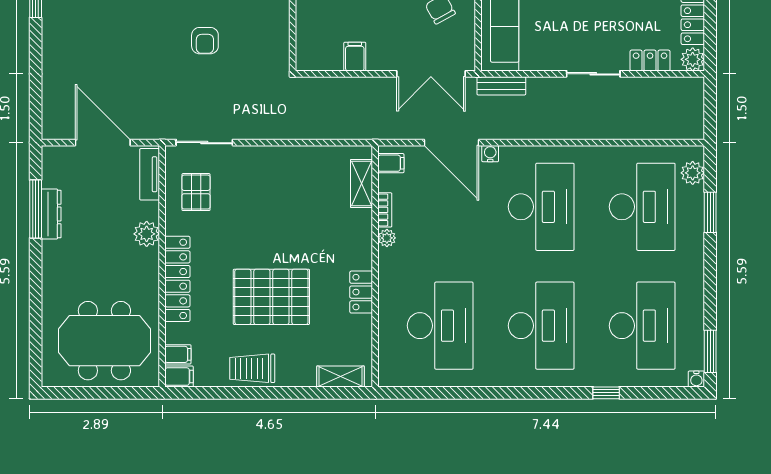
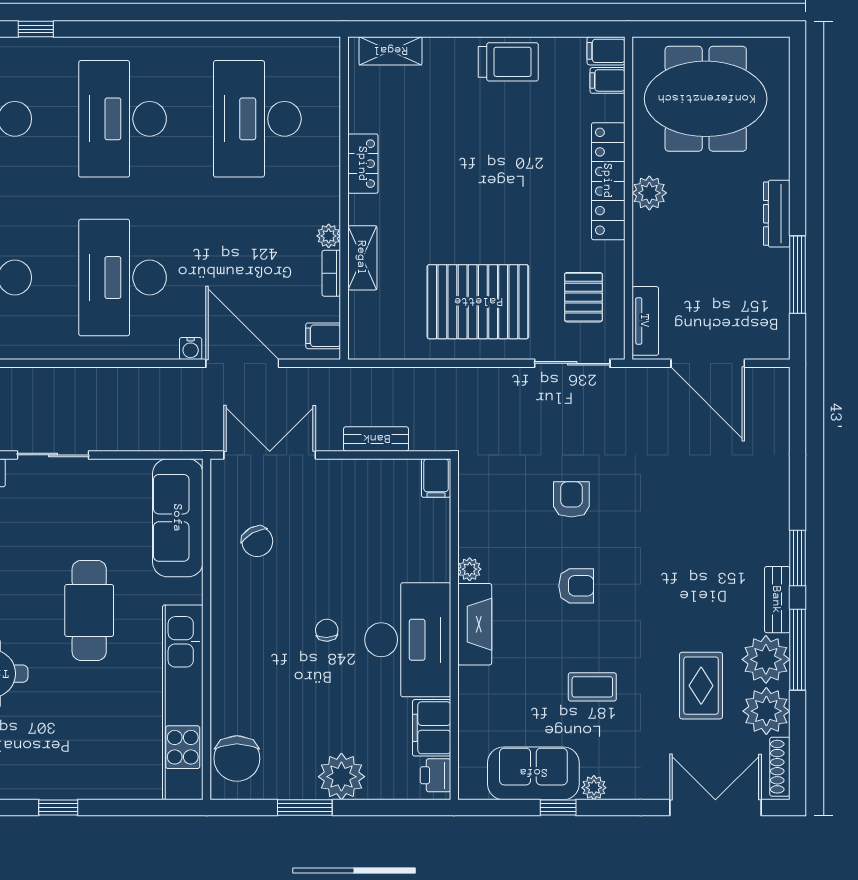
filing cabinet: (355, 57) -> (436, 478), moved
bench: (501, 86) -> (376, 439), moved
shelving: (362, 184) -> (362, 258), moved
dresser: (51, 214) -> (777, 214), moved
plant: (147, 234) -> (649, 193), moved
pallet: (271, 297) -> (478, 302), moved

